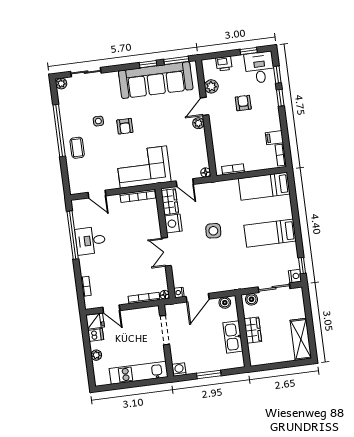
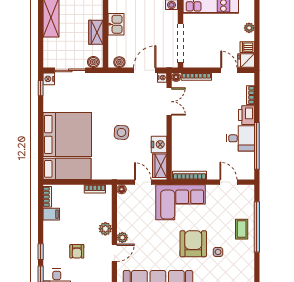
plant: (211, 86) -> (105, 229), moved
armchair: (125, 126) -> (193, 244), width x1.88, depth x1.88
window: (59, 131) -> (257, 227), moved
bed: (270, 233) -> (67, 134), width x2.04
double door: (166, 252) -> (169, 102), moved
printer: (87, 265) -> (246, 115), added
doorway: (165, 330) -> (181, 43), width x1.36
kitchen sink: (233, 337) -> (116, 24), width x0.73

